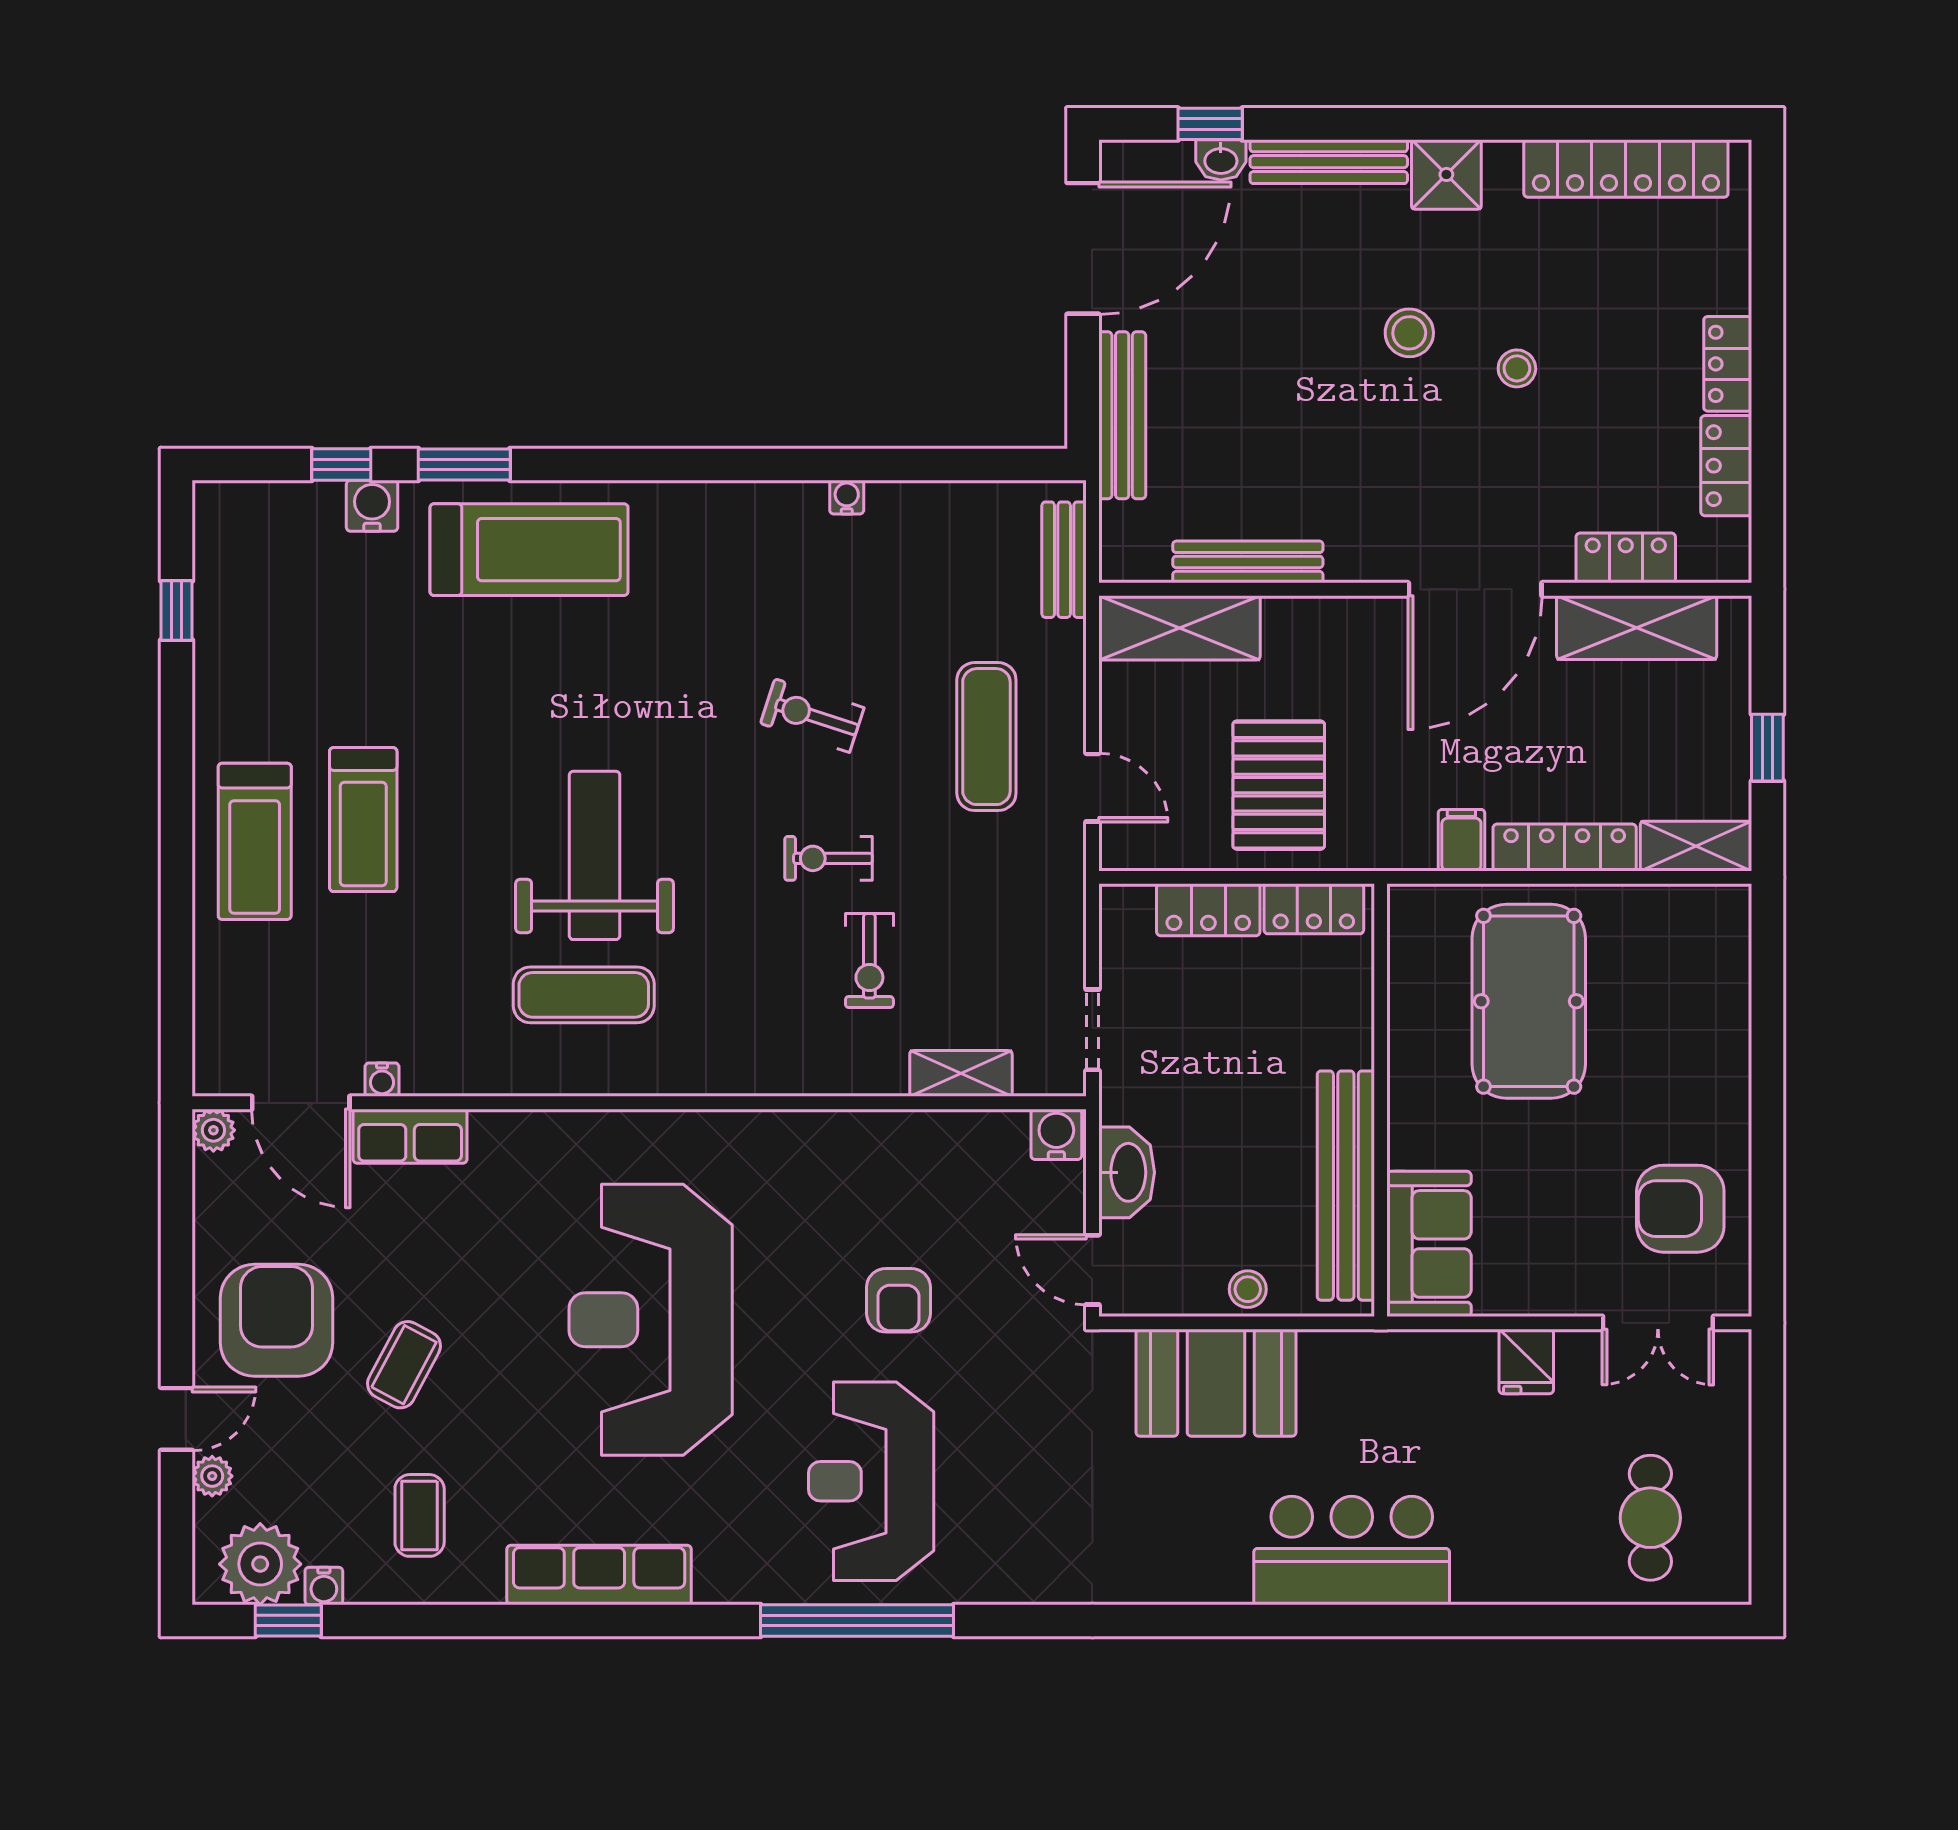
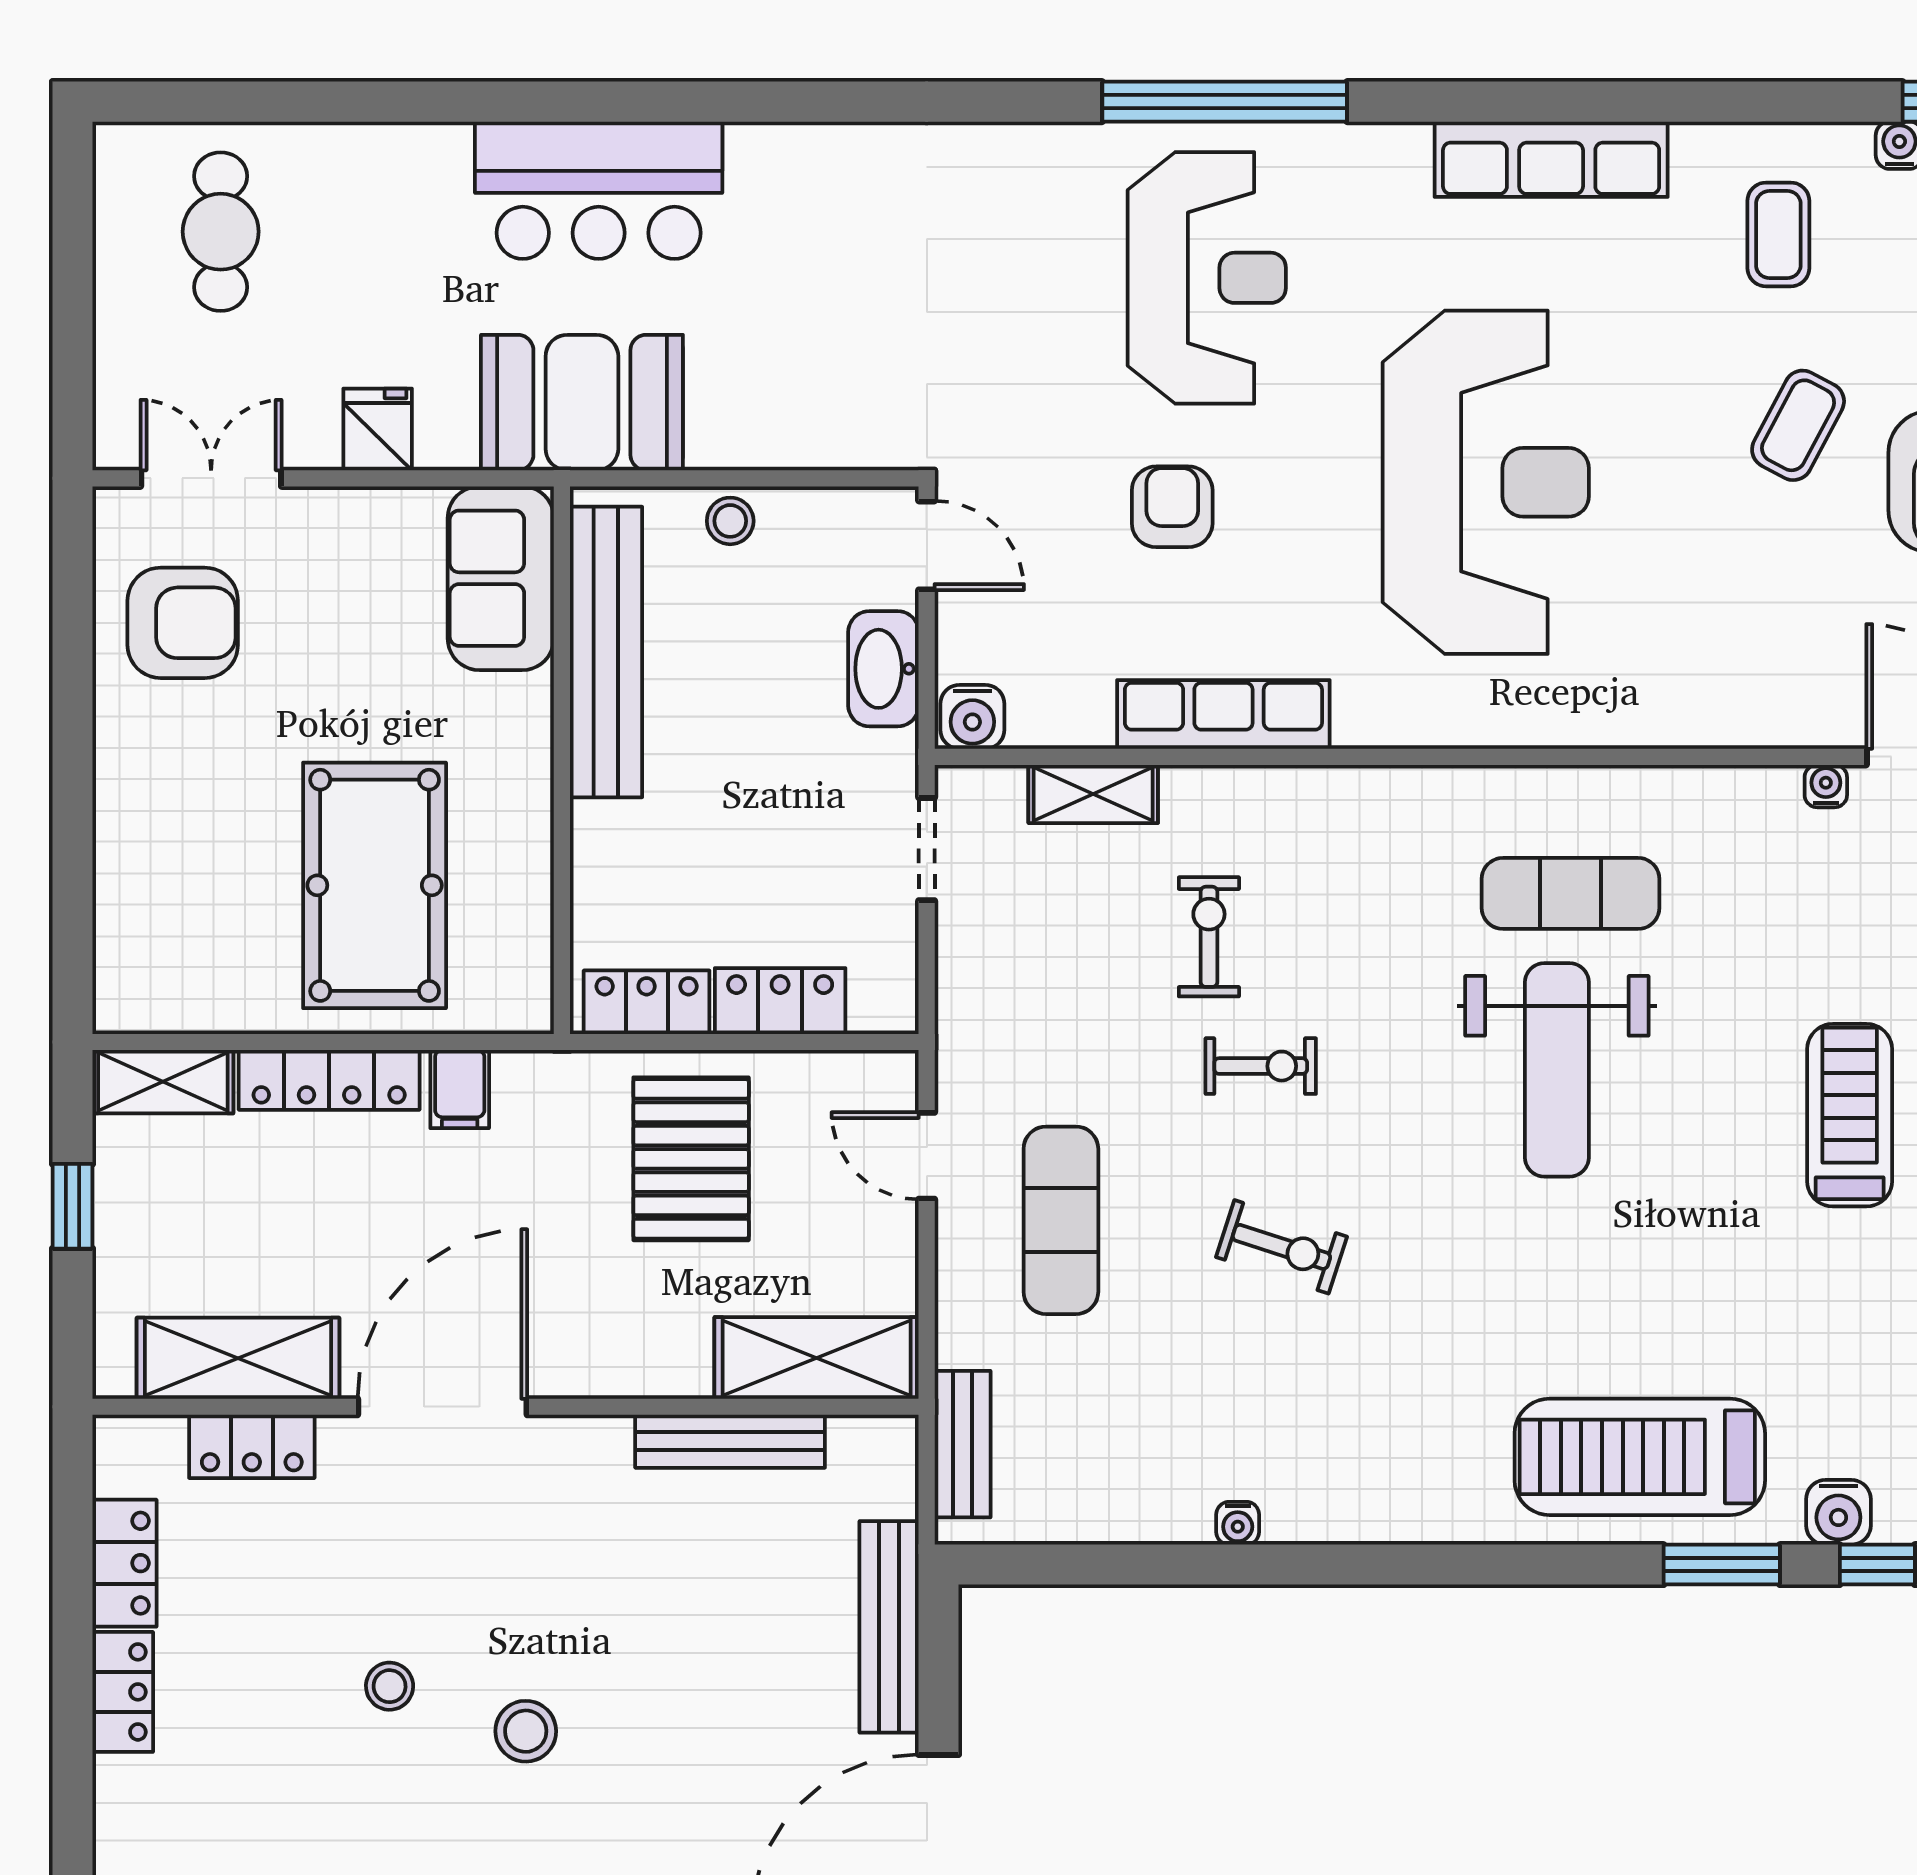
row of seats: (410, 1136) -> (1223, 714), moved, width x1.48
booth: (1216, 1383) -> (582, 403), moved

